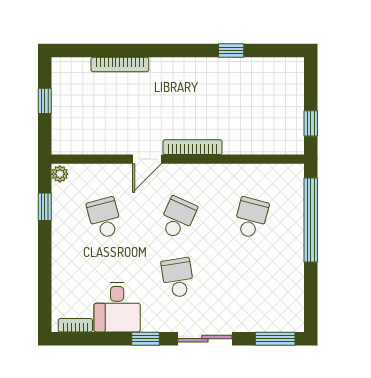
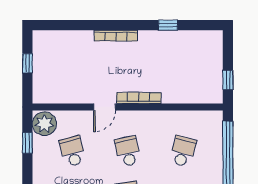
bookcase: (120, 64) -> (116, 36), moved
plant: (60, 174) -> (44, 124), width x1.87, depth x1.87
school desk: (178, 218) -> (128, 151), turned -36

